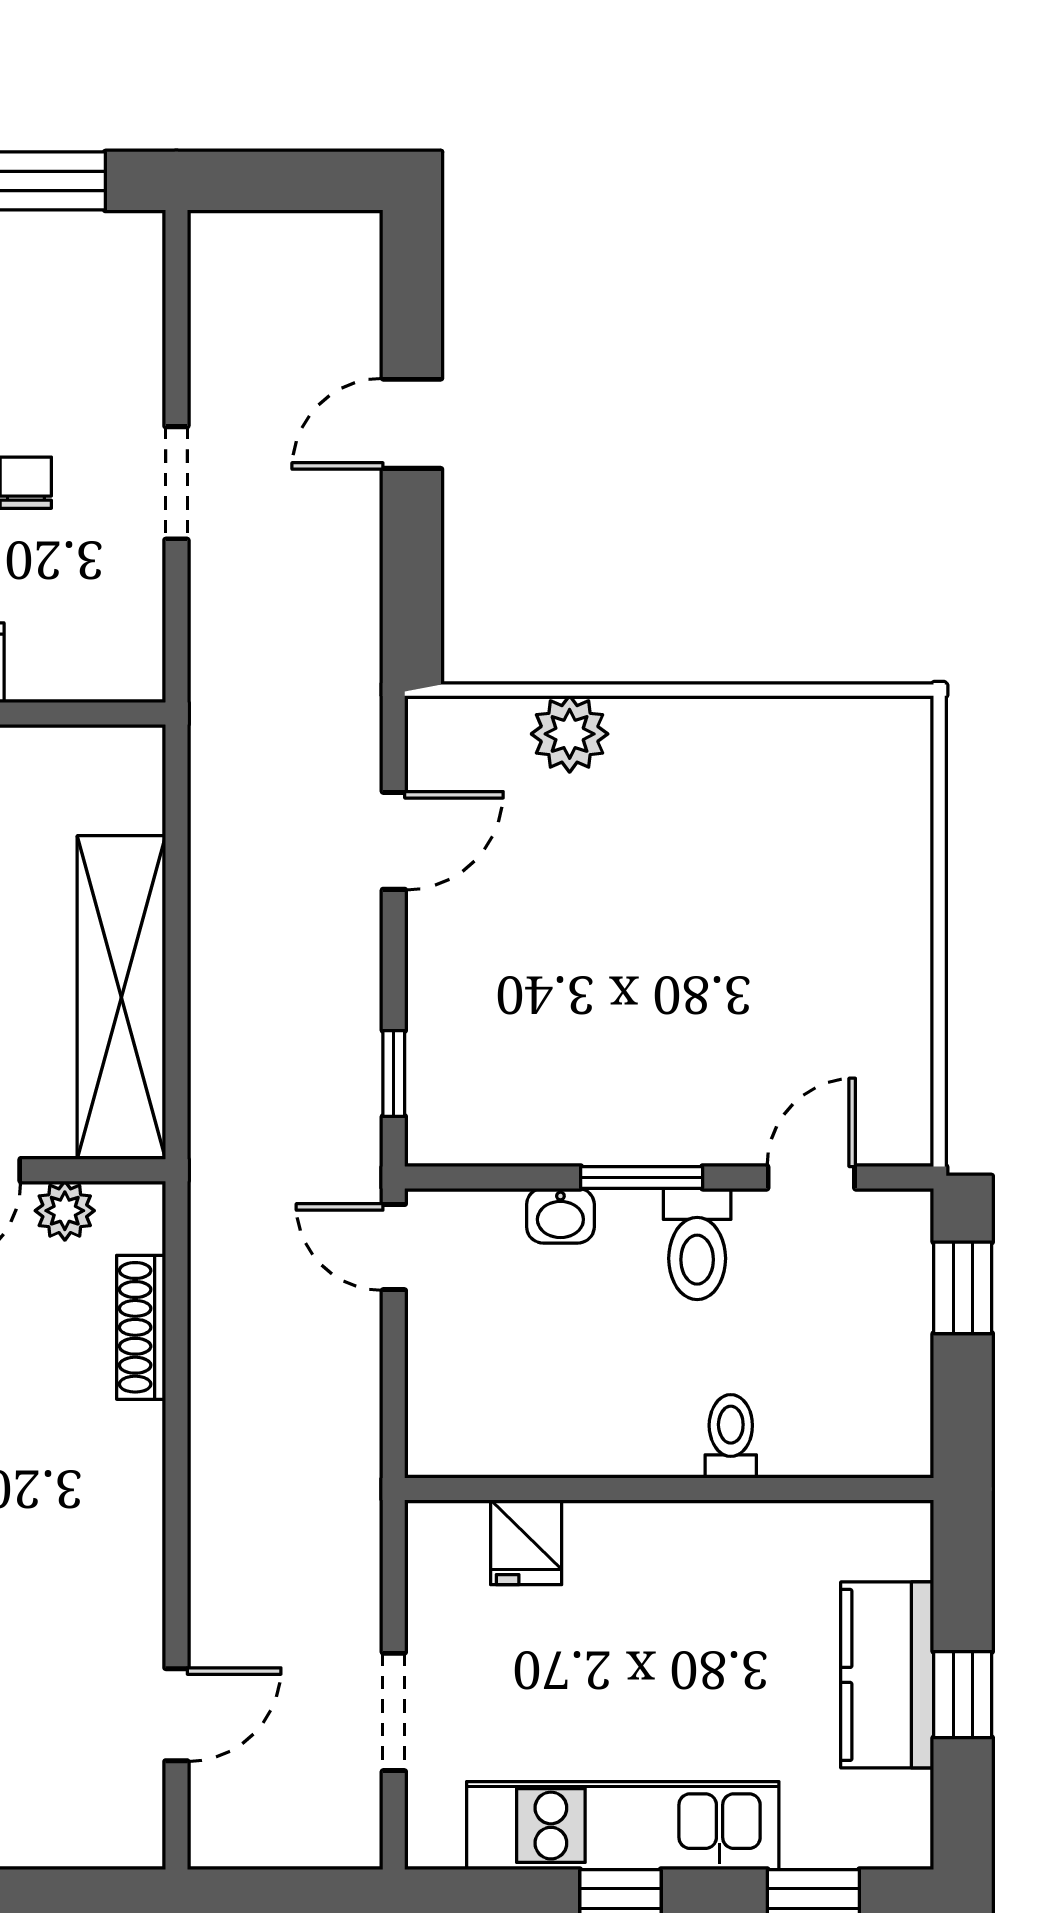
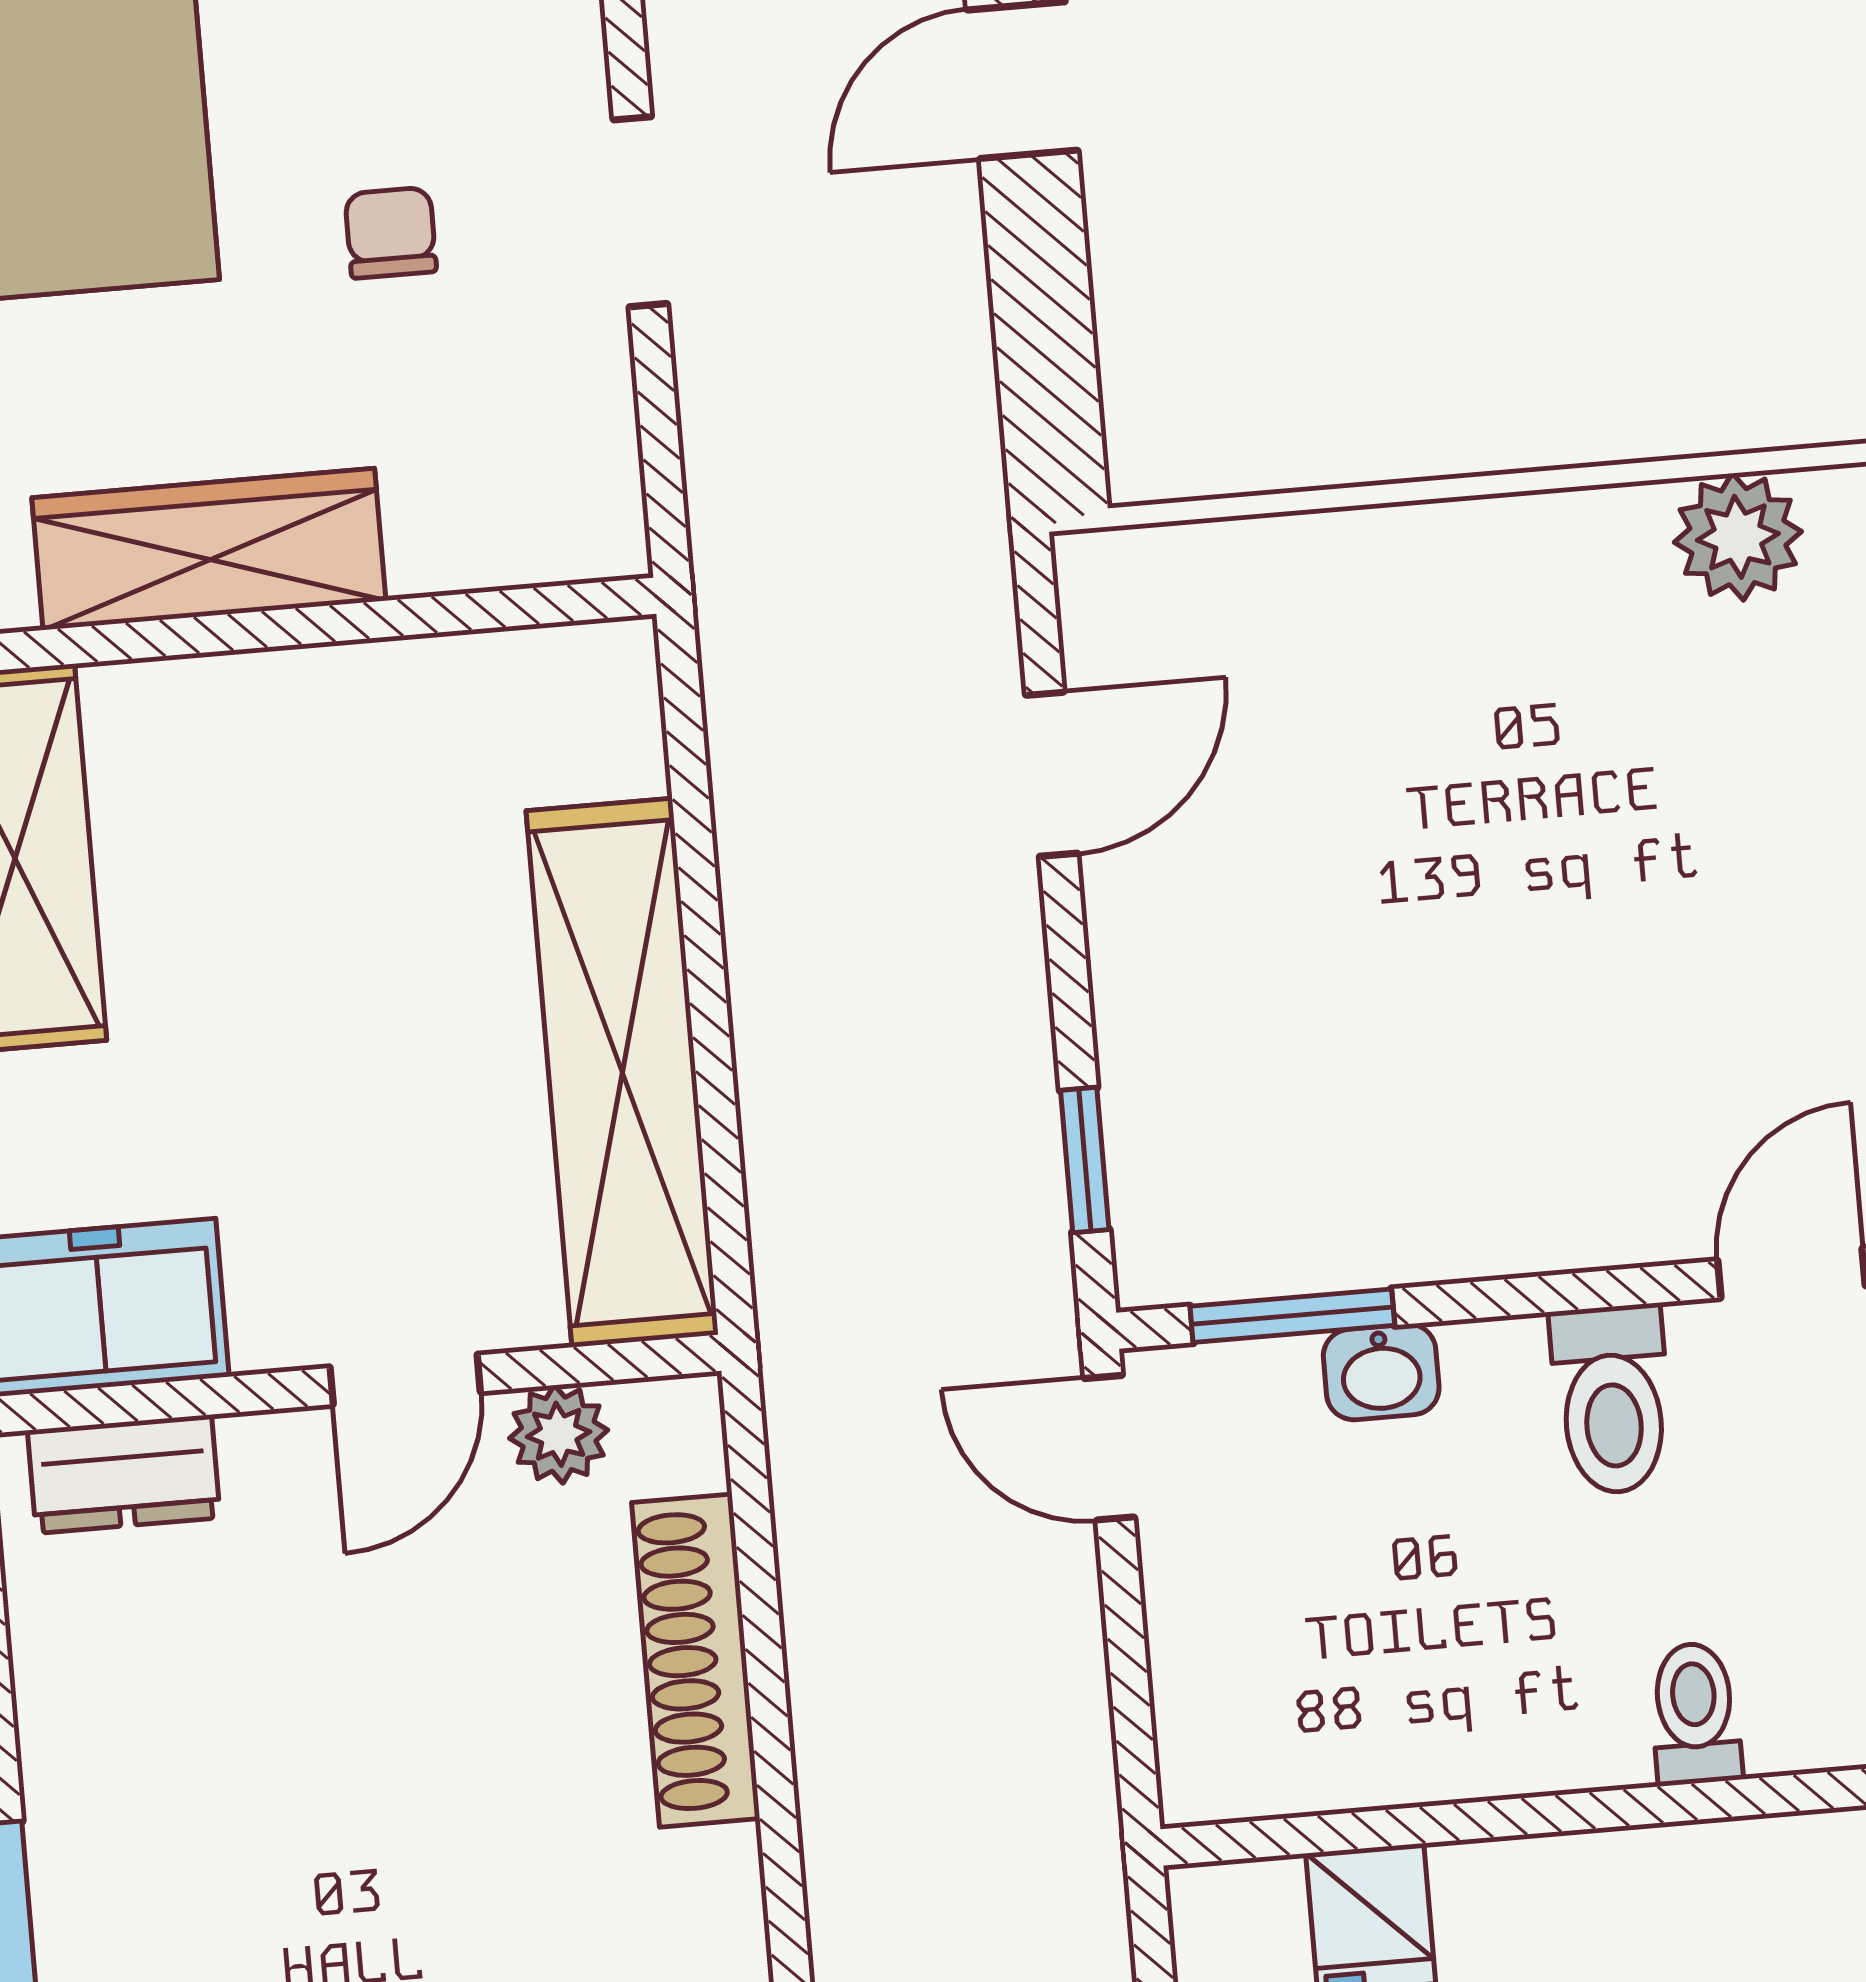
plant: (570, 734) -> (1738, 537), moved
window: (642, 1177) -> (1292, 1316), moved
shoe rack: (141, 1327) -> (696, 1661), width x1.36, depth x1.24

